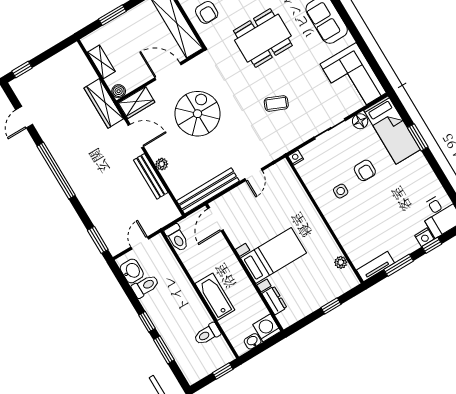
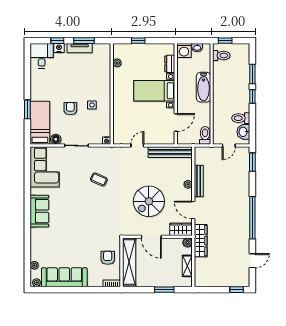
dining table: (263, 38) -> (84, 223), removed
door: (215, 219) -> (176, 123), moved
tv unit: (375, 266) -> (80, 48), moved
toilet: (207, 334) -> (221, 55), moved

